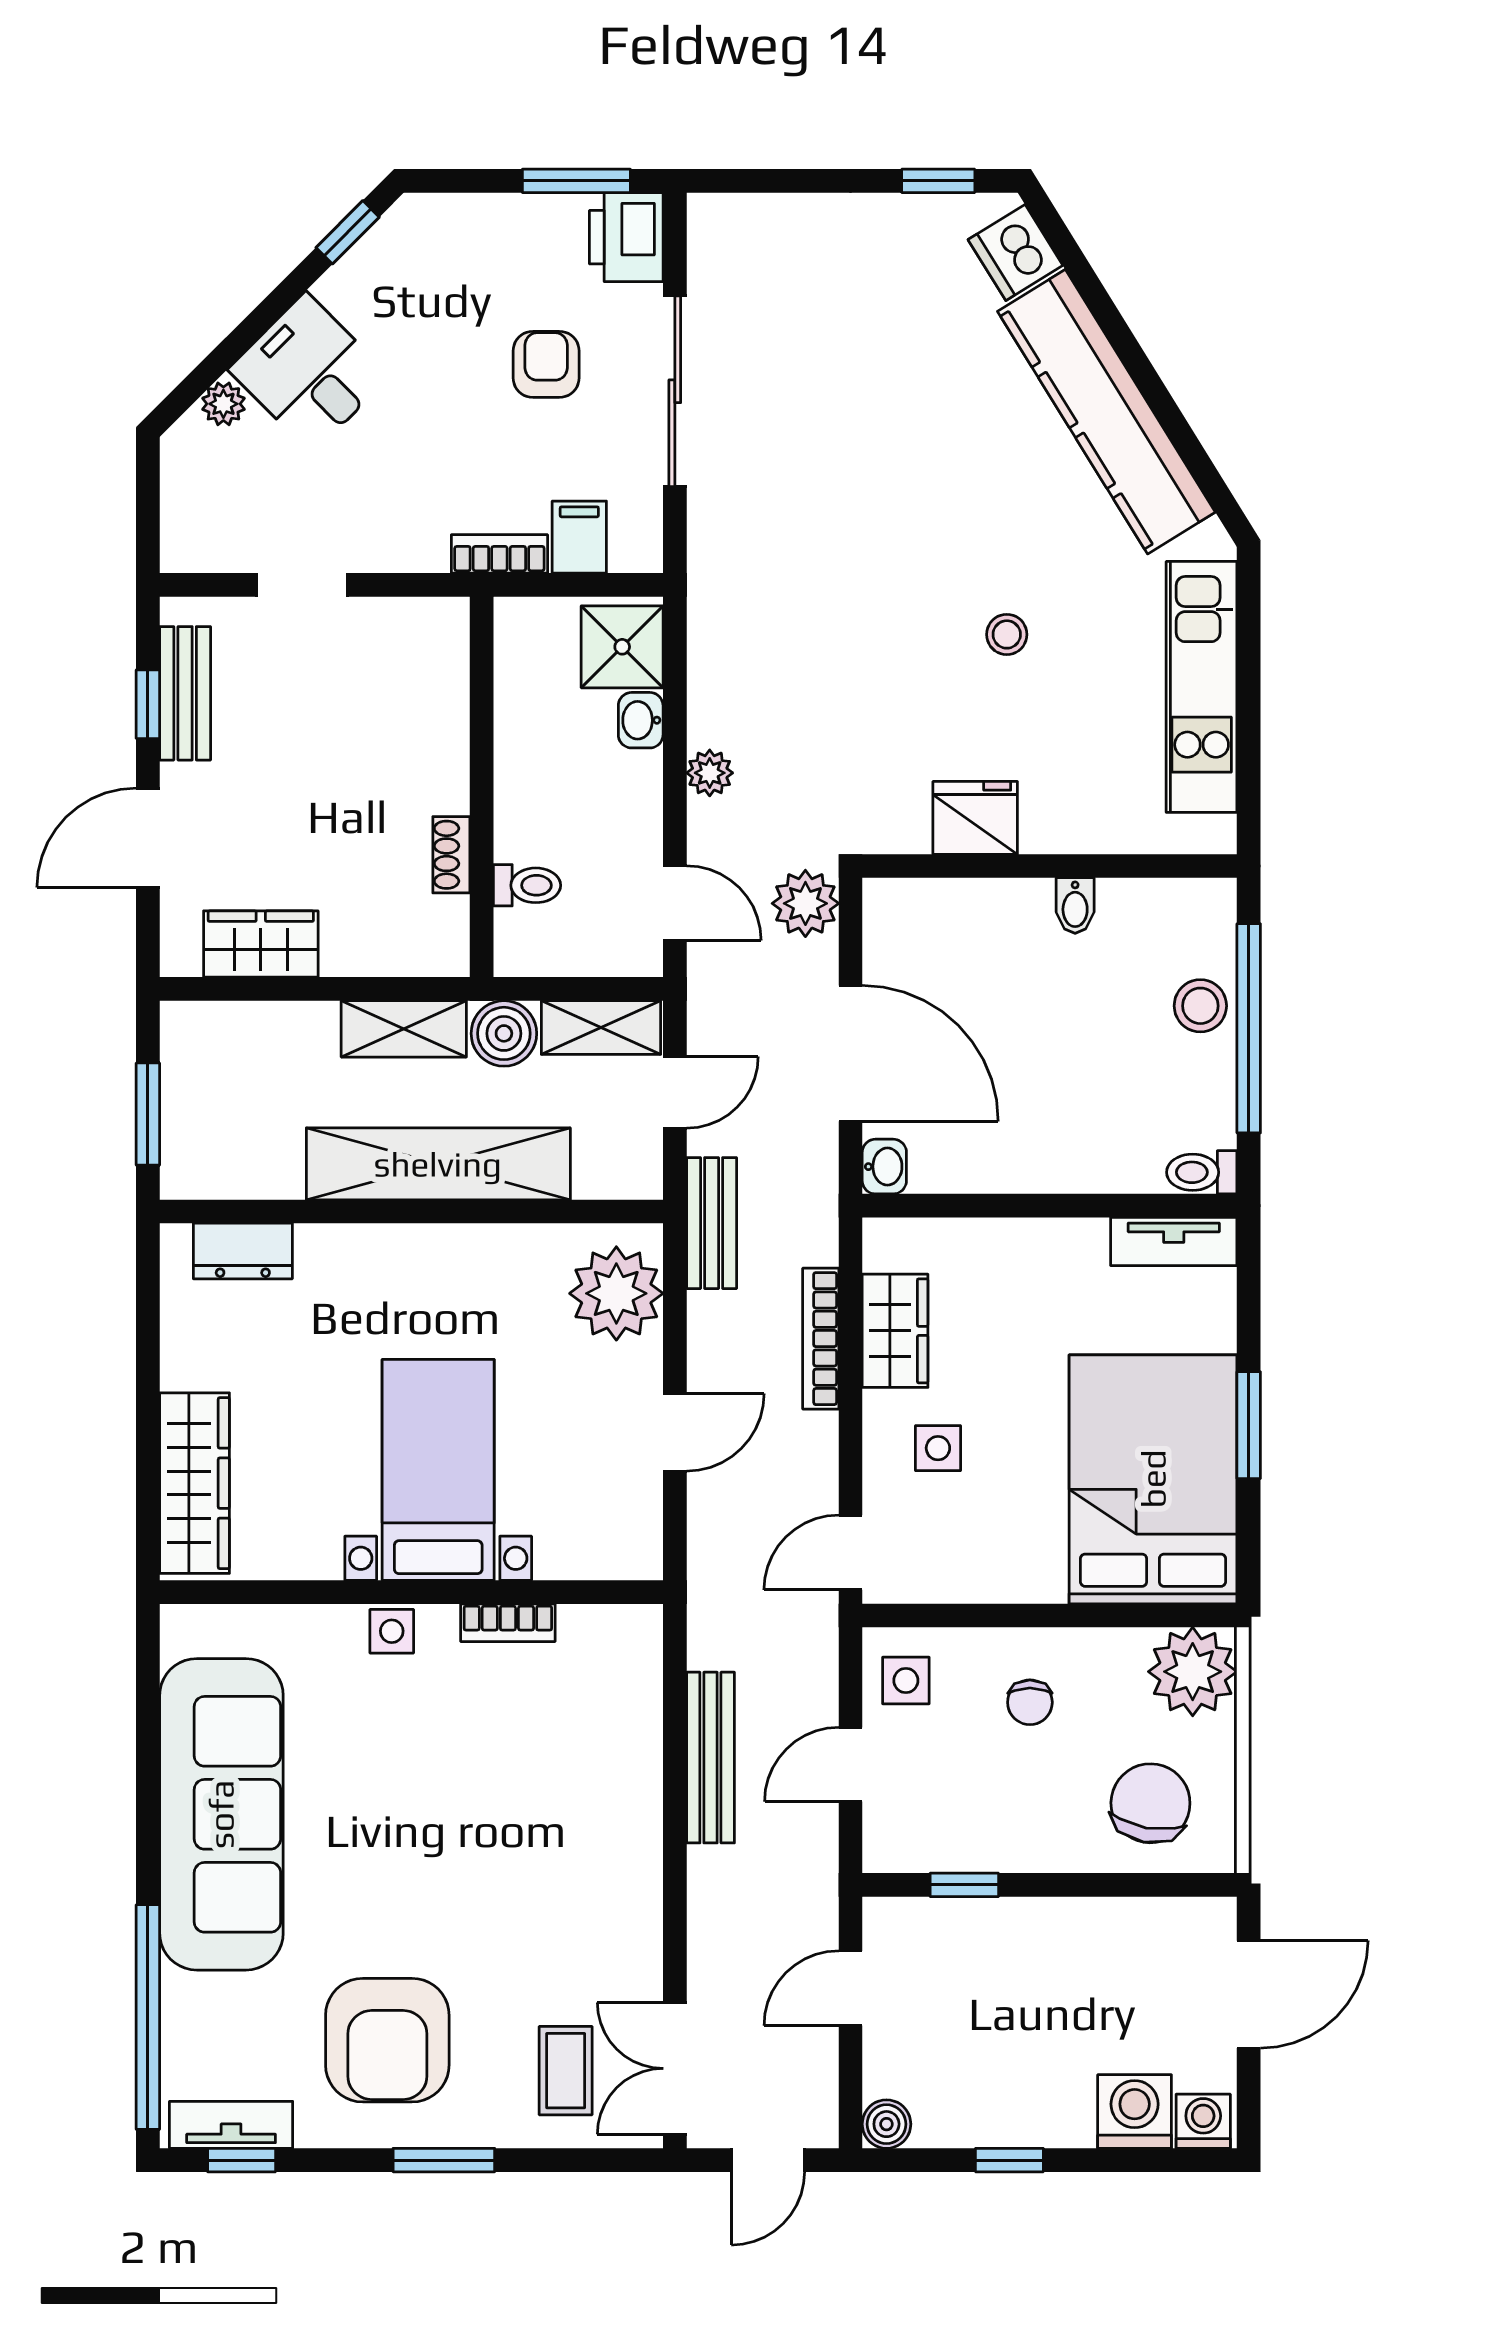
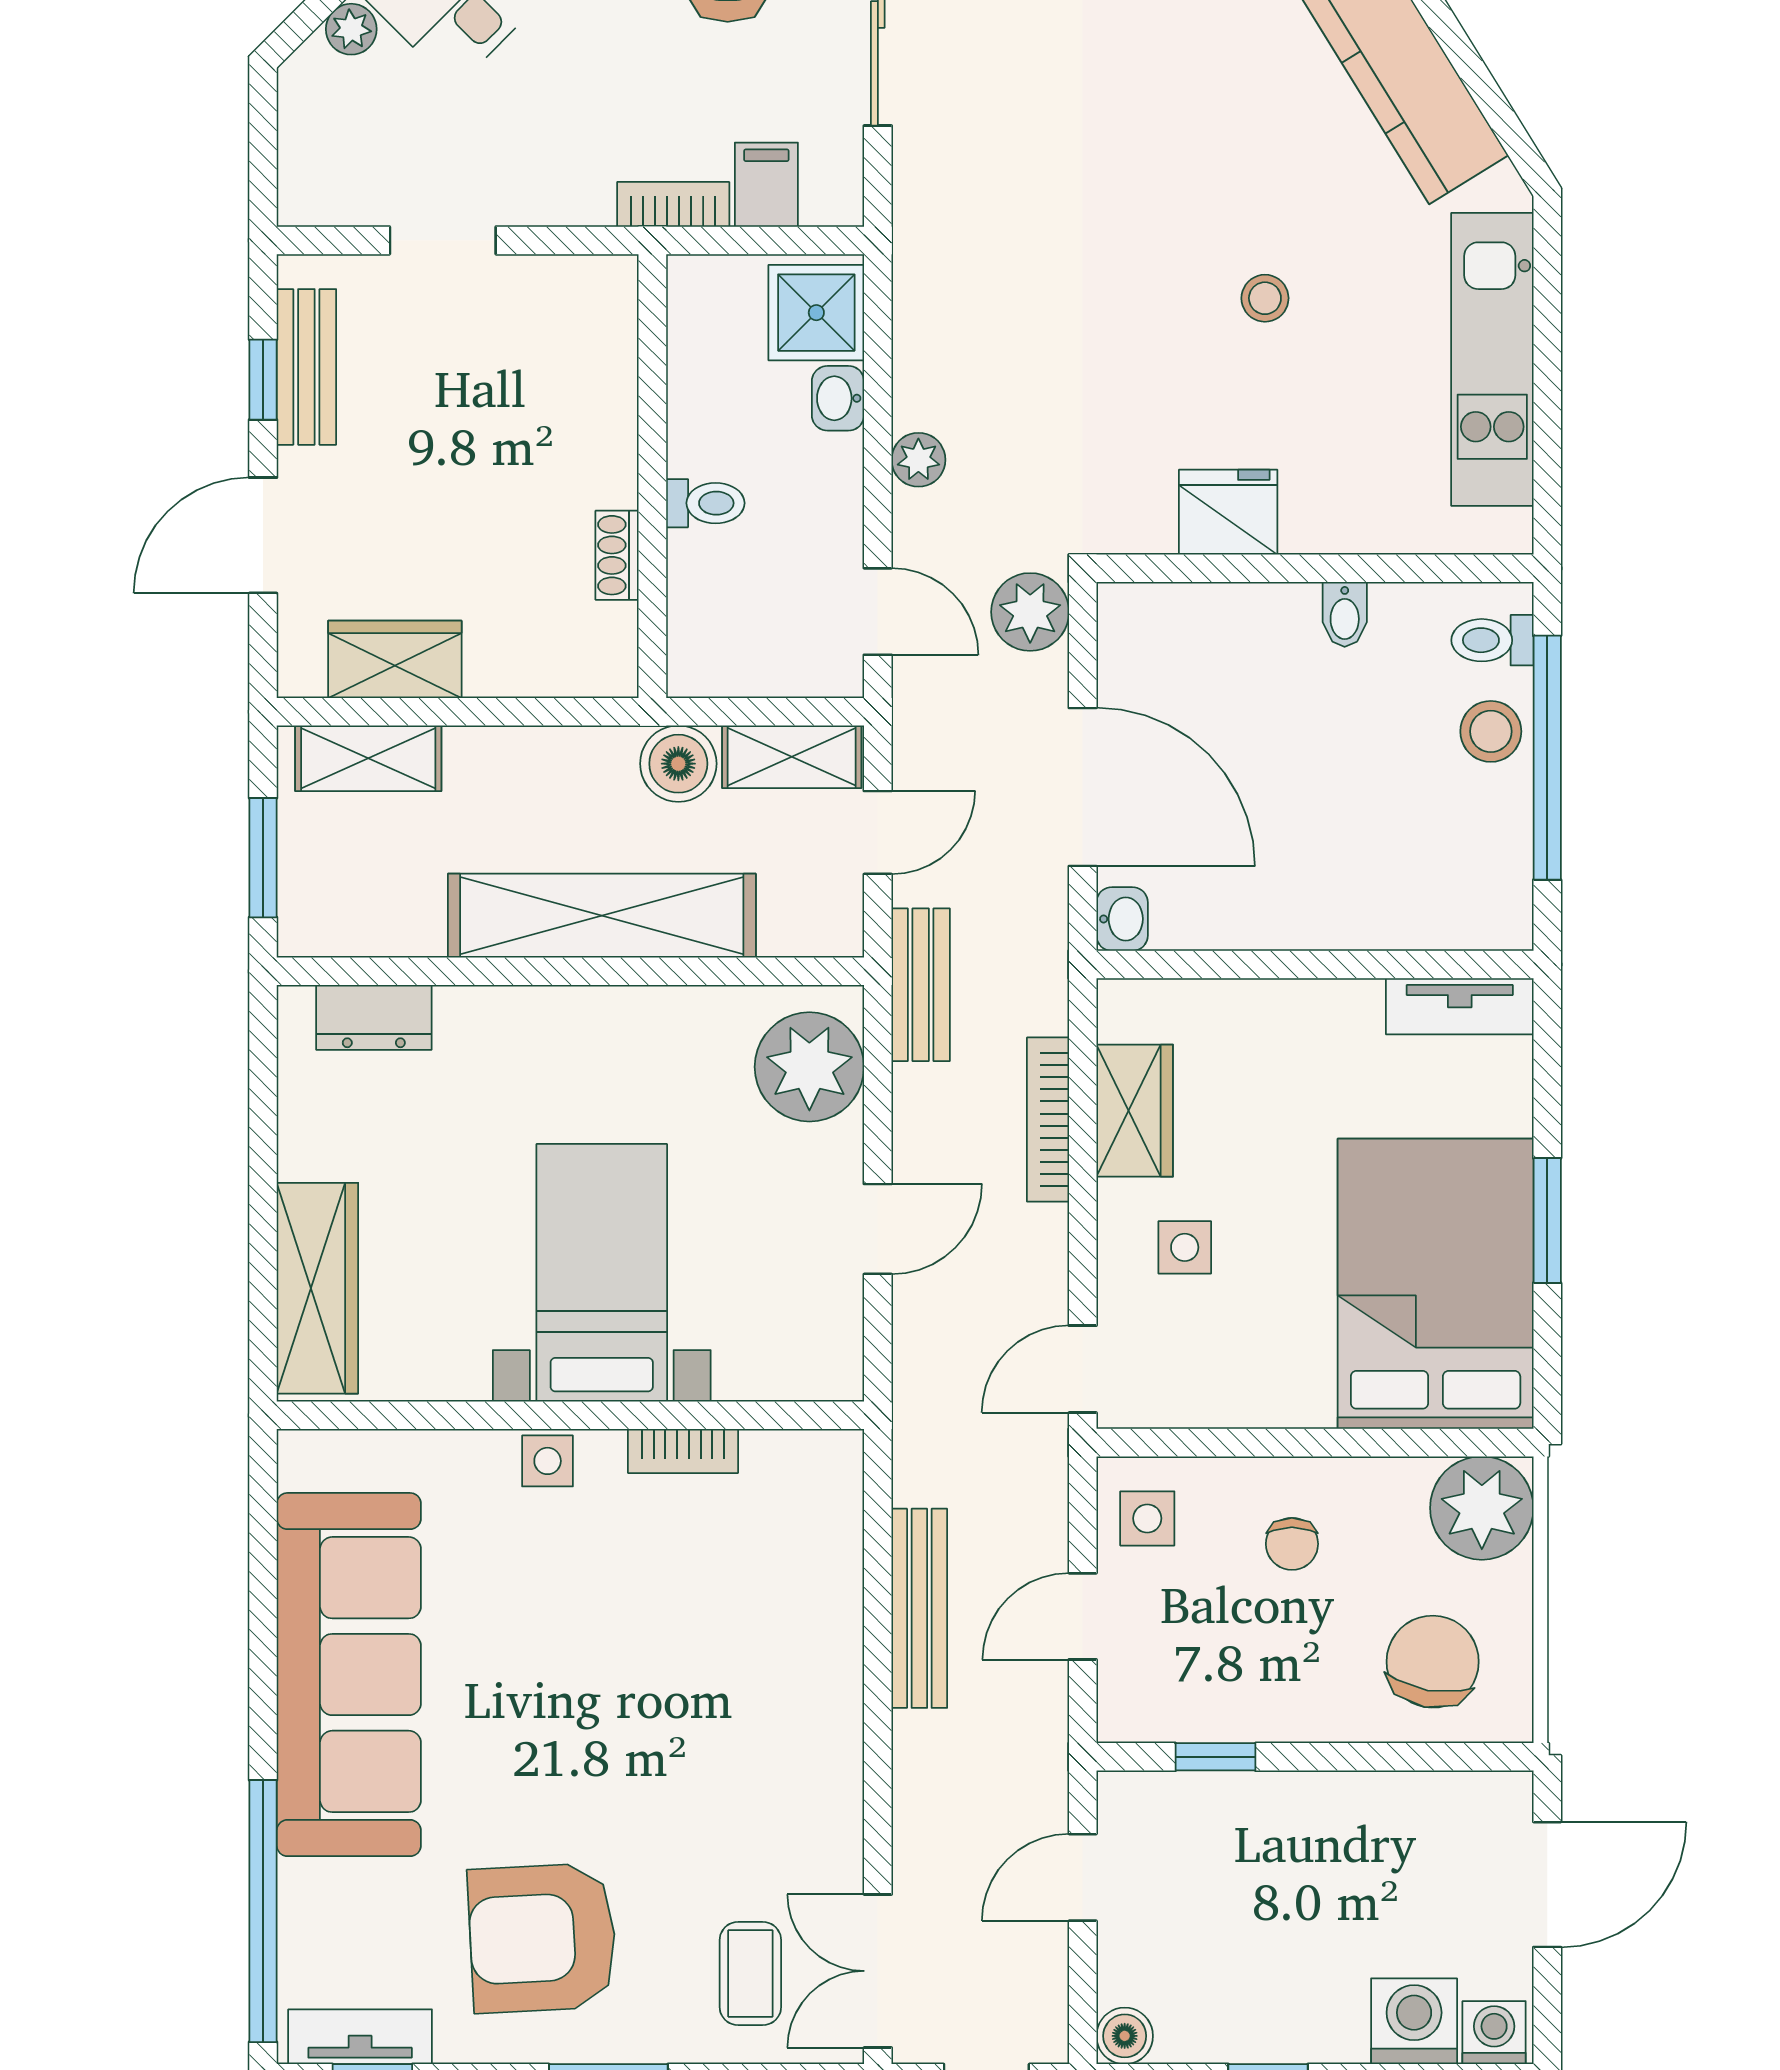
toilet: (527, 885) -> (705, 503), moved
shelving: (404, 1029) -> (368, 758), moved
toilet: (1202, 1172) -> (1492, 640), moved
armchair: (387, 2040) -> (542, 1938), turned 87

